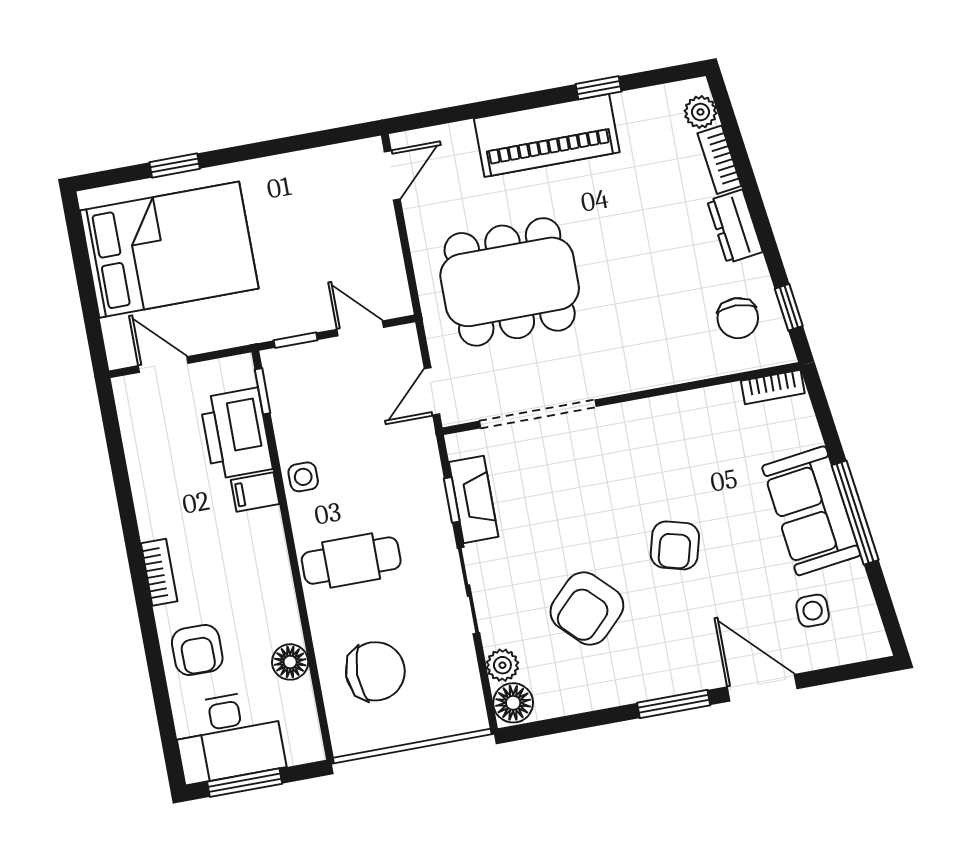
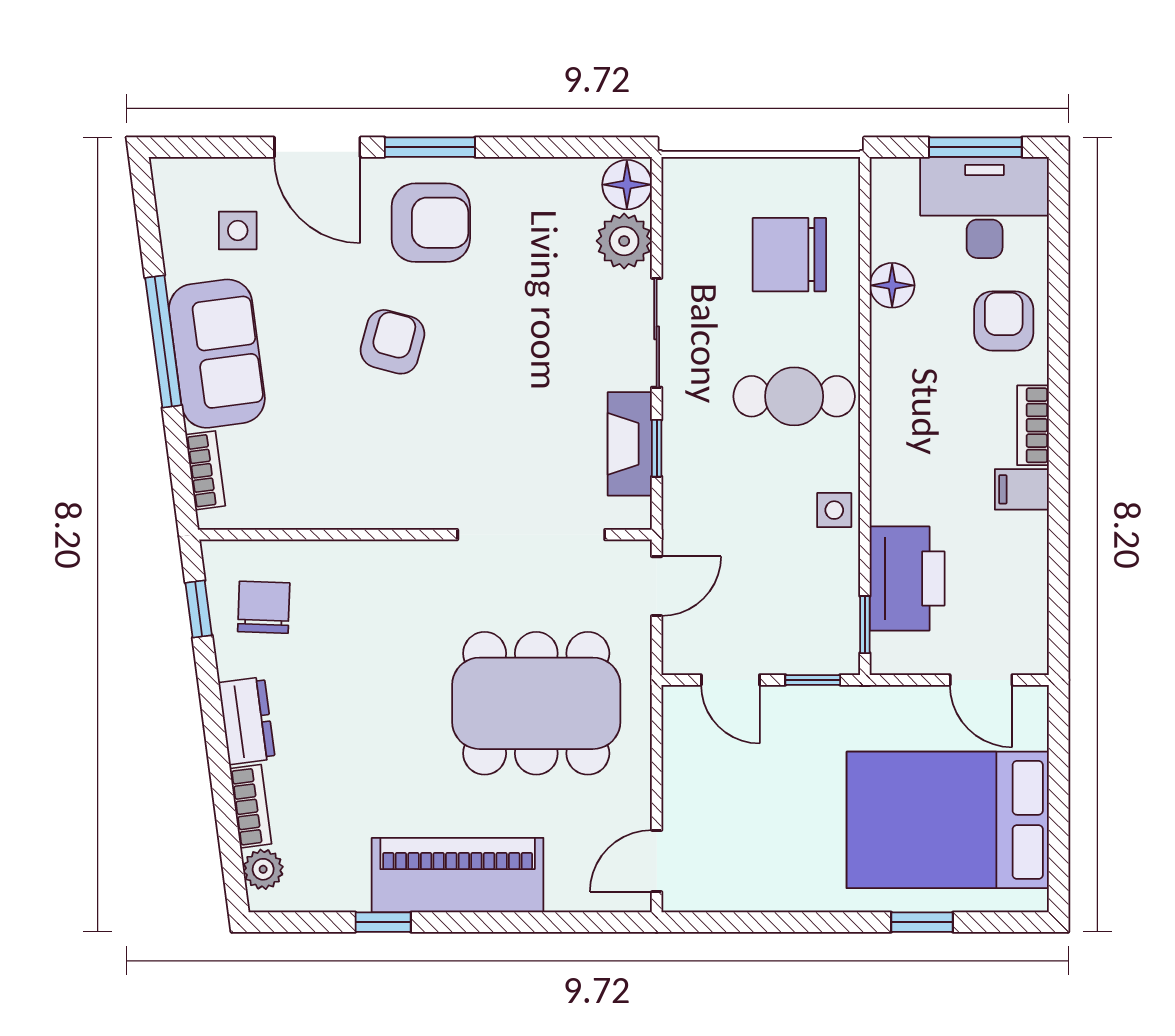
bookcase: (773, 387) -> (205, 470), moved, turned 82
filing cabinet: (255, 492) -> (1022, 489), moved, turned 180
armchair: (587, 609) -> (431, 223), moved, turned 45
plant: (502, 665) -> (624, 241), width x1.38, depth x1.38

